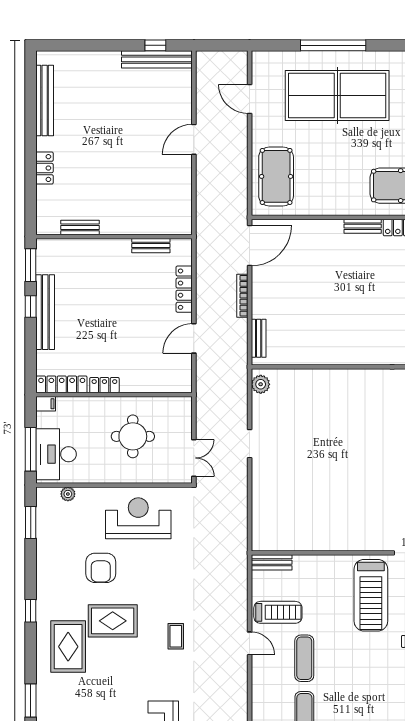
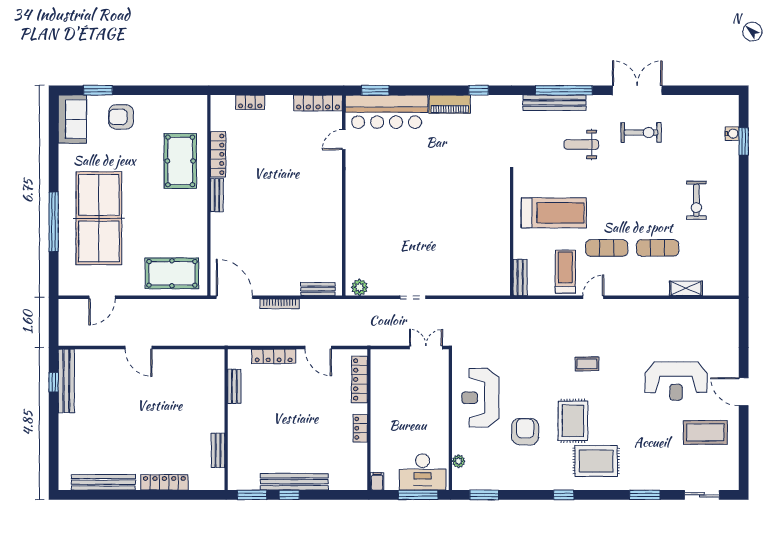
locker: (44, 168) -> (164, 482), width x1.53
locker: (62, 384) -> (360, 379), moved
round table: (133, 436) -> (407, 403), removed
armchair: (101, 568) -> (525, 432), turned -89
treadmill: (371, 595) -> (554, 213), moved

